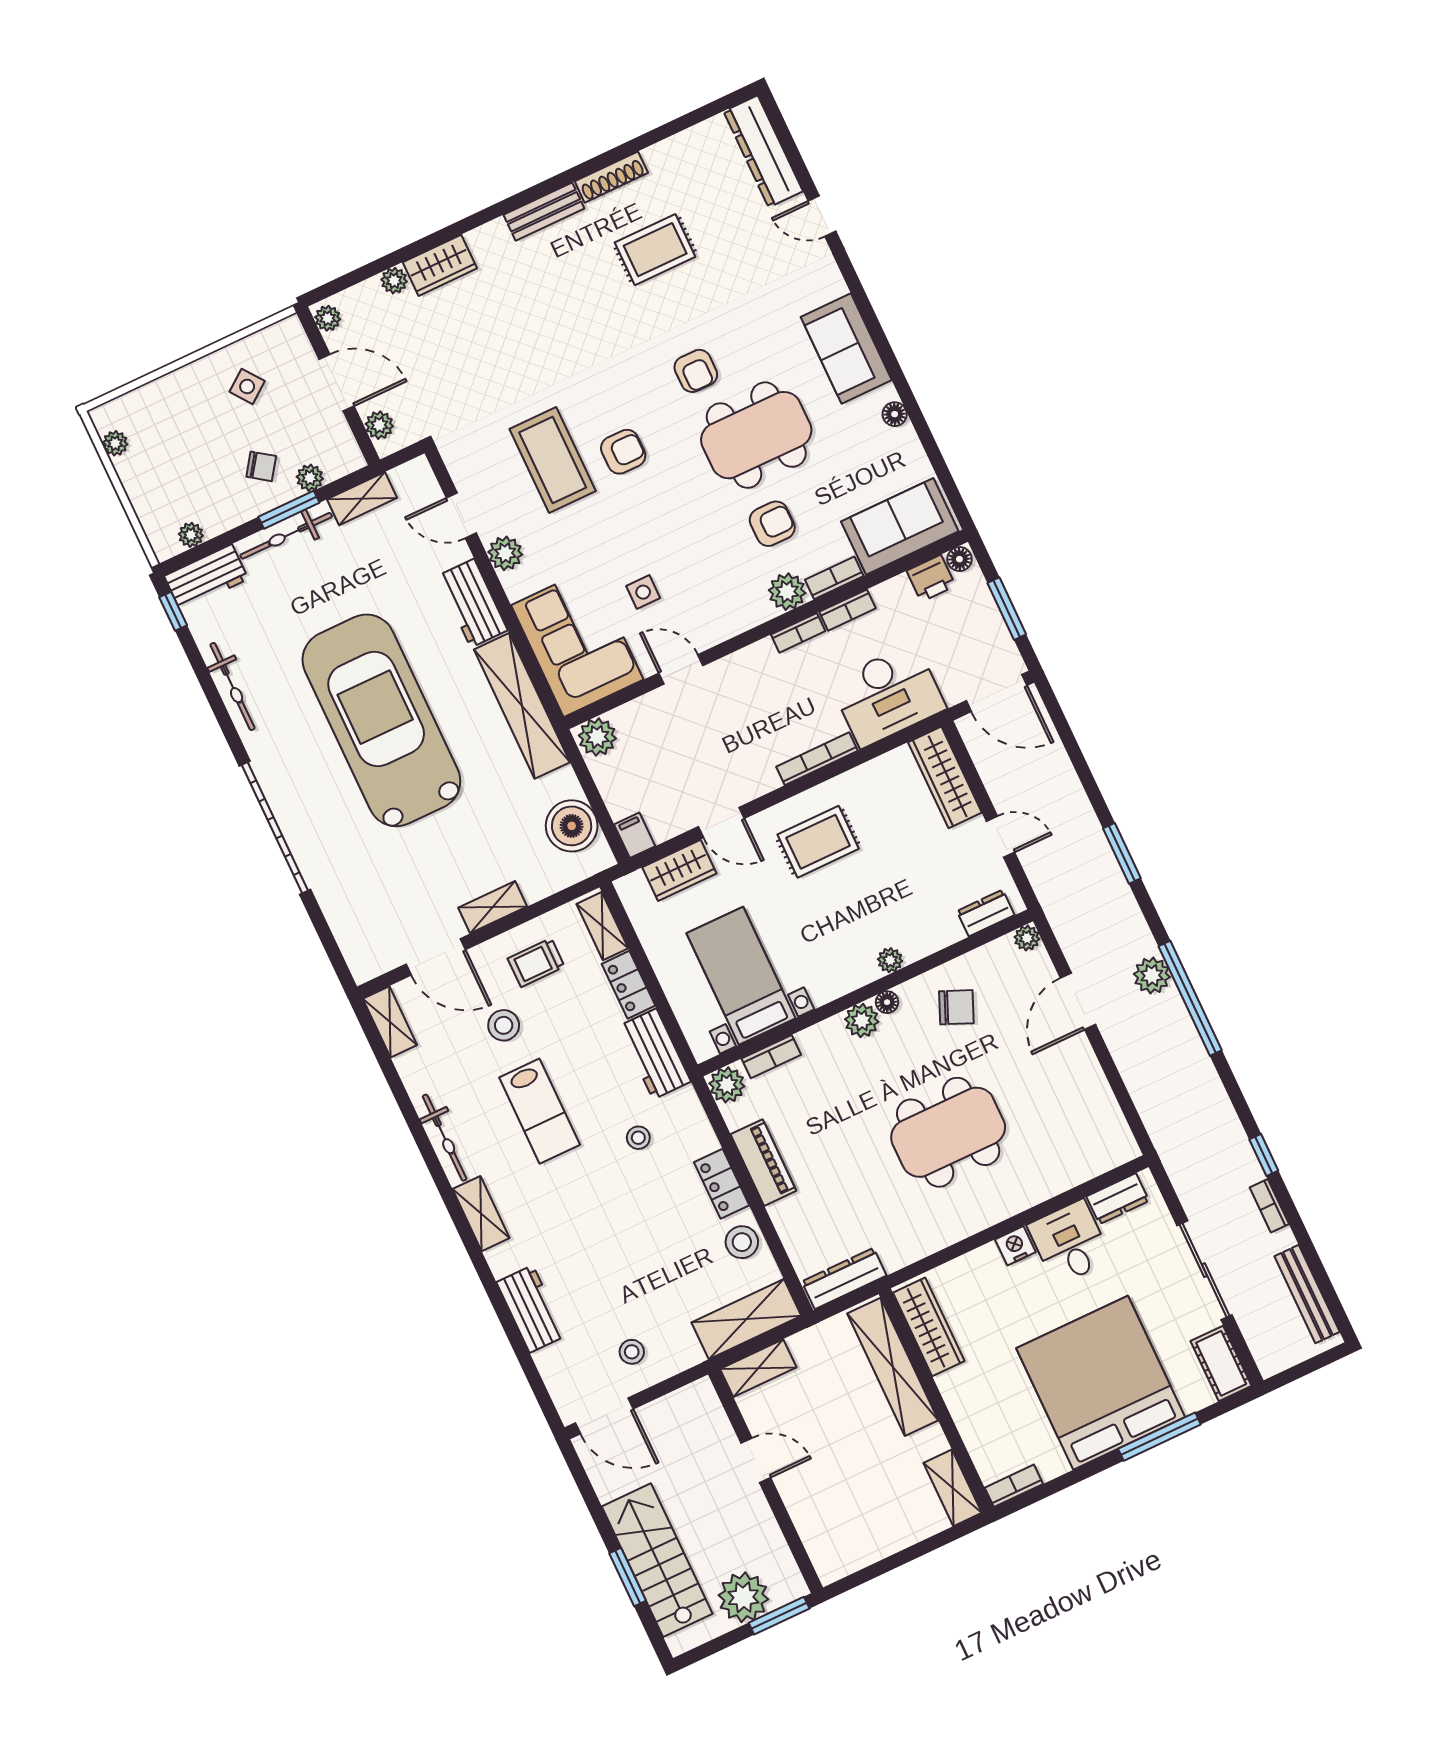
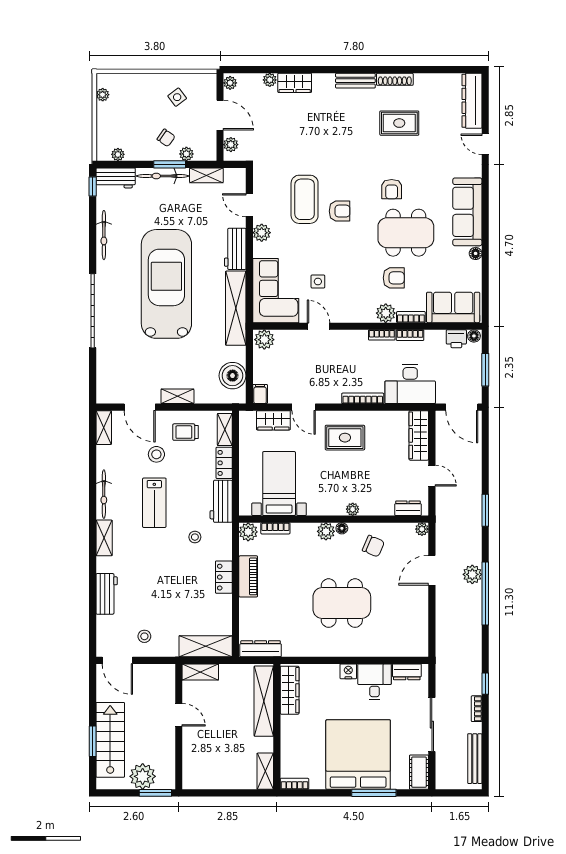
sofa: (846, 348) -> (467, 212), width x1.36
stool: (742, 1242) -> (220, 609), removed

